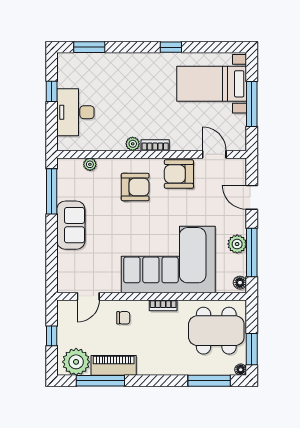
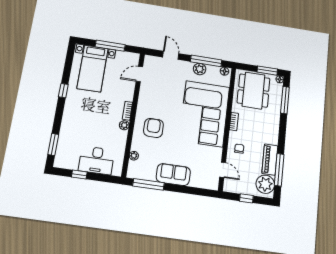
armchair: (179, 174) -> (149, 98), removed
door: (252, 197) -> (171, 55), swing flipped

